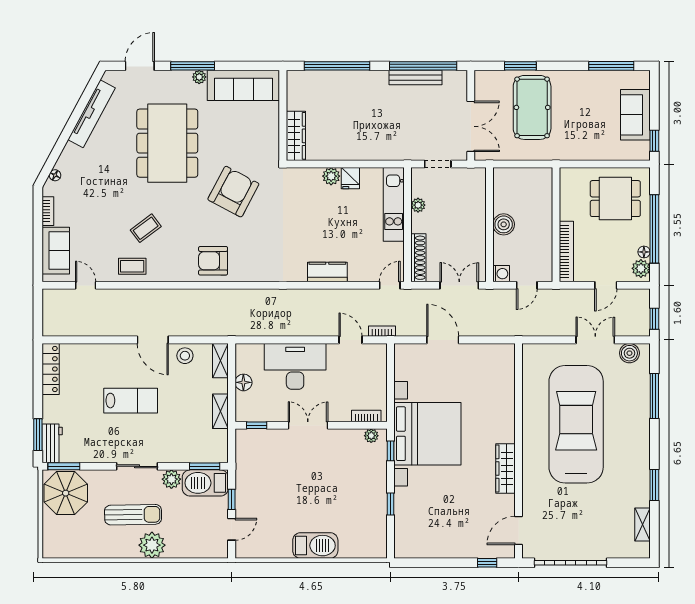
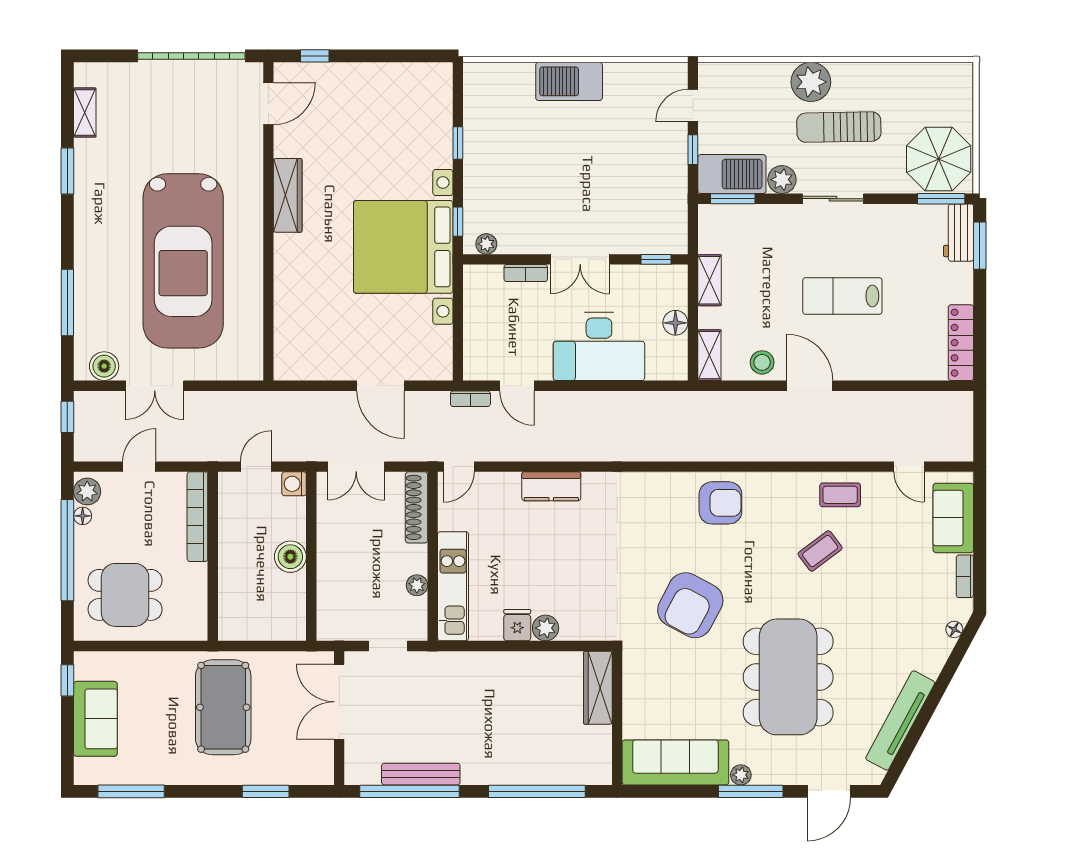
pool table: (532, 107) -> (223, 707), moved
bookcase: (366, 416) -> (526, 273), moved

